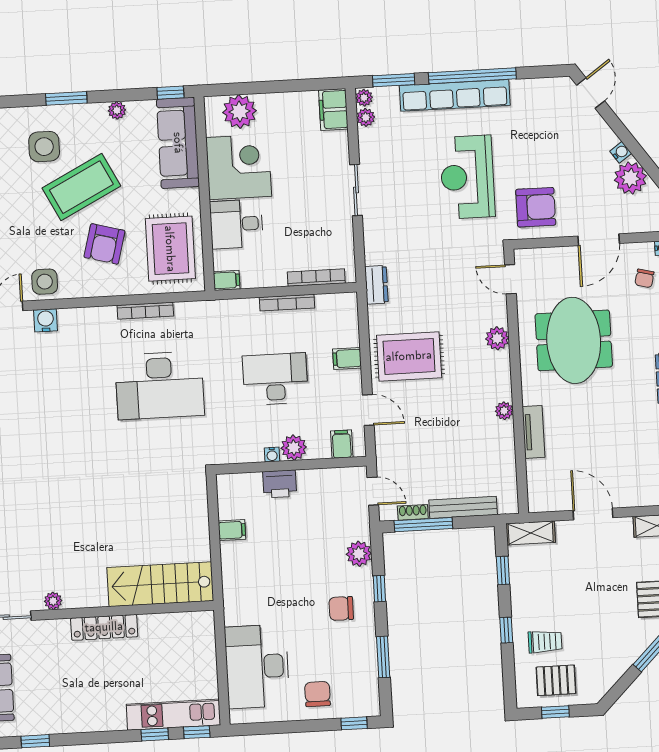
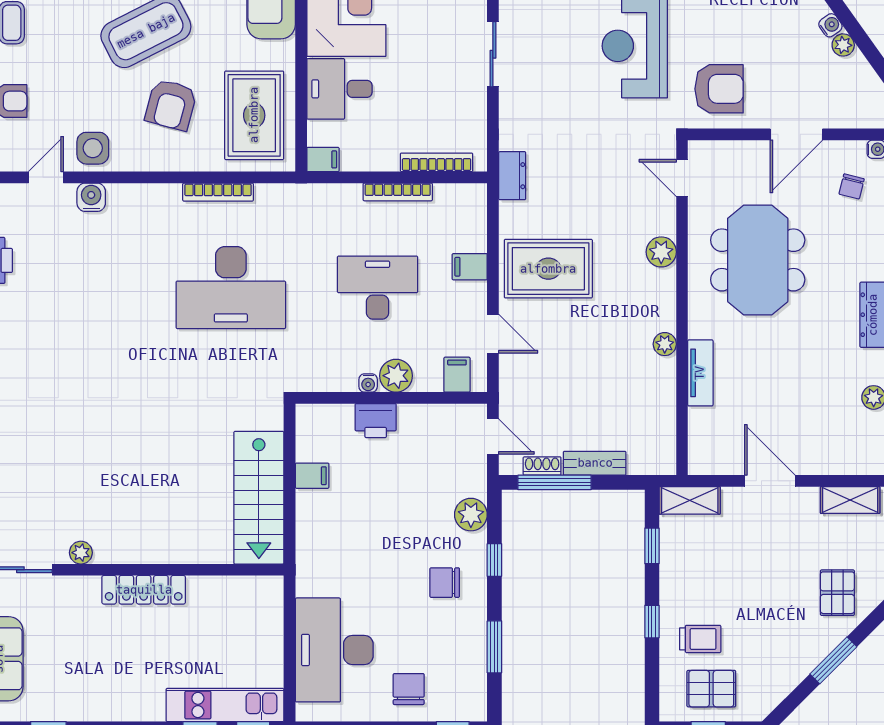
plant: (630, 178) -> (843, 45), width x0.53, depth x0.53
bench: (463, 507) -> (595, 463), width x0.73
stairs: (160, 584) -> (259, 498), moved, turned -90

